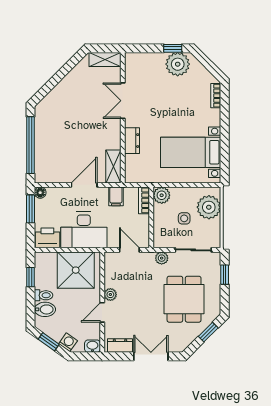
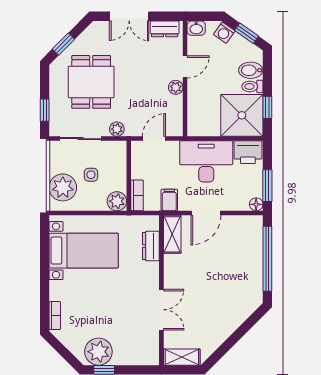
dresser: (132, 141) -> (151, 246), moved
door: (129, 250) -> (154, 139), swing flipped
shower: (76, 270) -> (242, 115), moved

